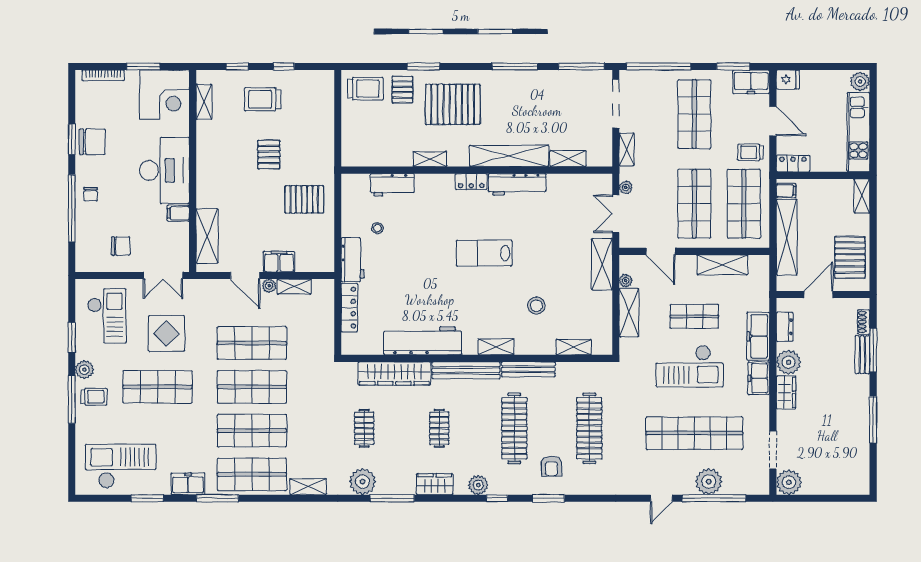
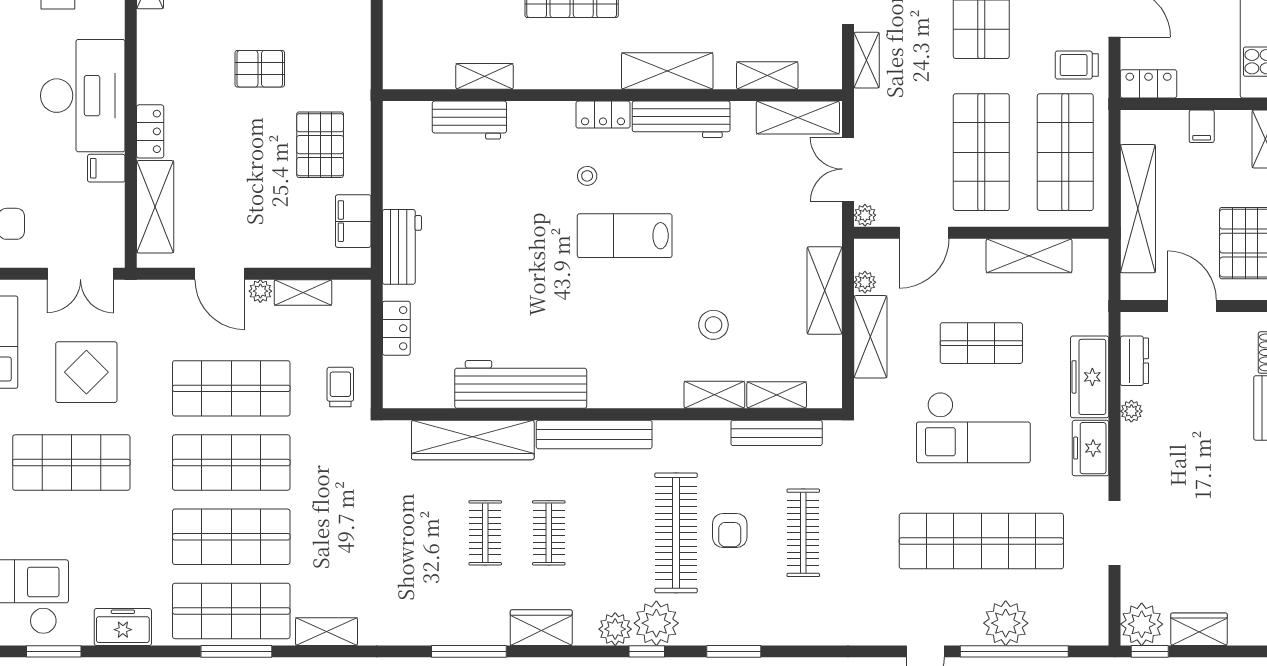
pallet: (269, 155) -> (260, 69), turned 90
shelving: (509, 156) -> (667, 71), width x0.68
shelving: (430, 159) -> (485, 76), moved
shelving: (586, 183) -> (798, 118), added
plant: (626, 187) -> (865, 215), moved
filing cabinet: (786, 191) -> (1202, 126), moved, turned 90
locker: (204, 192) -> (150, 131), added
pallet: (304, 199) -> (320, 145), turned 90
stool: (377, 228) -> (587, 176), moved
door: (661, 251) -> (924, 233), hinge flipped
filing cabinet: (279, 262) -> (353, 221), moved, turned -90
shelving: (602, 264) -> (825, 290), moved
door: (819, 294) -> (1192, 306), hinge flipped
locker: (349, 308) -> (396, 328), width x0.66
trolley: (316, 342) -> (340, 387), added
shelving: (496, 347) -> (714, 395), moved
plant: (789, 362) -> (1131, 411), width x0.53, depth x0.53
bench: (528, 369) -> (777, 433), moved
wardrobe: (786, 392) -> (1199, 629), moved, turned -90
clothes rail: (364, 428) -> (485, 533), moved
clothes rail: (589, 428) -> (803, 533), width x0.73, depth x0.76
doorway: (773, 450) -> (1115, 533), moved
armchair: (552, 466) -> (730, 530), moved
plant: (363, 482) -> (656, 623), moved
window: (217, 498) -> (236, 651), moved
window: (794, 498) -> (1150, 651), added

